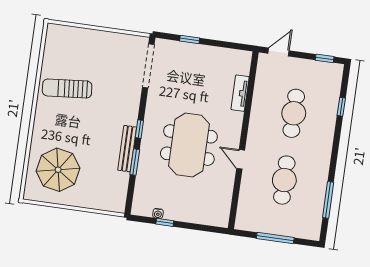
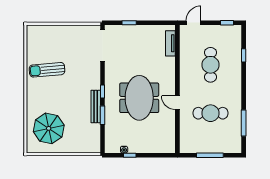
tv unit: (240, 93) -> (170, 43), moved
cafe table: (284, 180) -> (210, 113), turned 90

